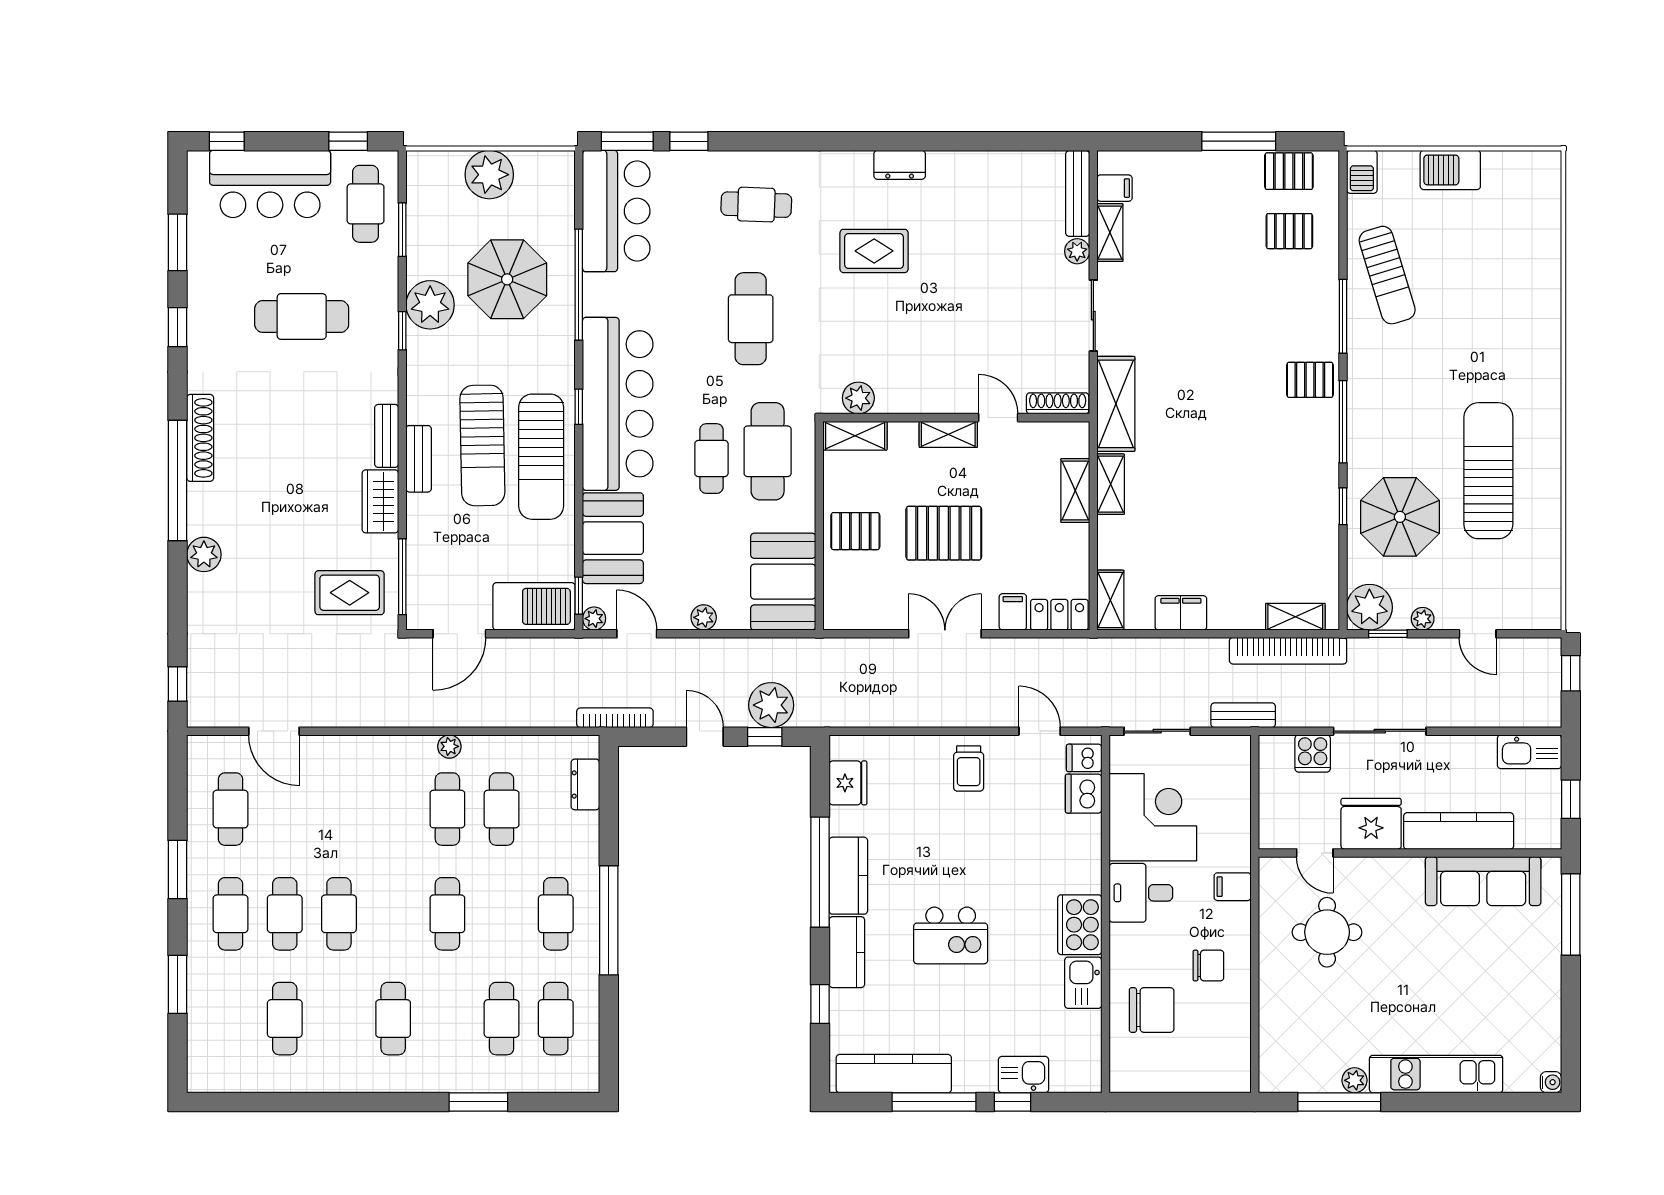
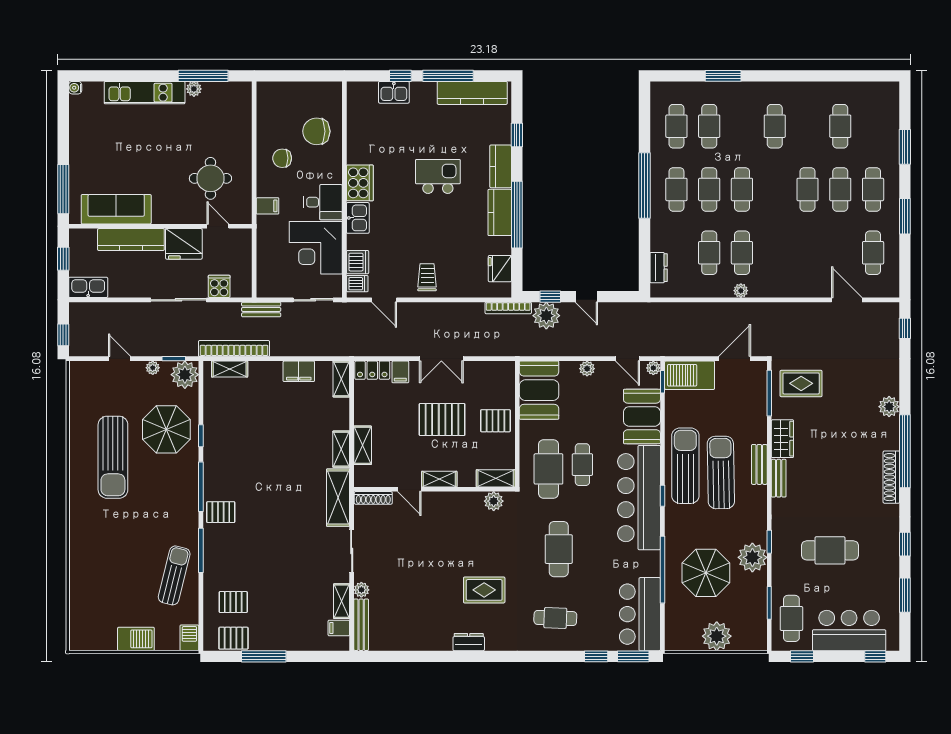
sun lounger: (1387, 275) -> (174, 575), turned 31
bookcase: (615, 718) -> (508, 308), moved
cafe table: (502, 914) -> (709, 189), added
kitchen sink: (1083, 983) -> (358, 218), moved

